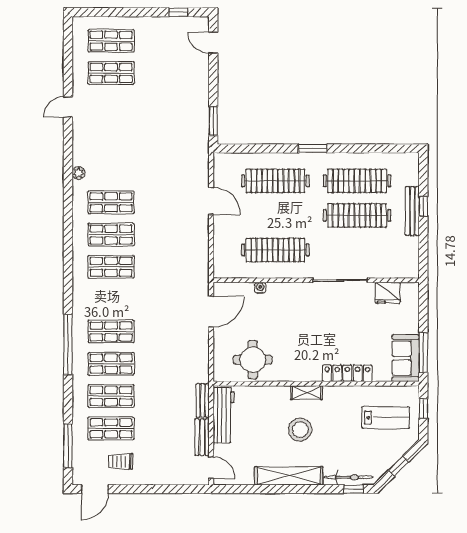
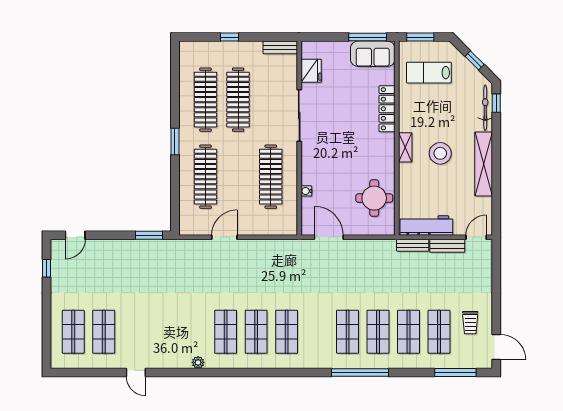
bench: (412, 211) -> (280, 47), moved, width x0.73
window: (423, 408) -> (420, 37), width x1.50
lab bench: (386, 418) -> (429, 73), turned -90

